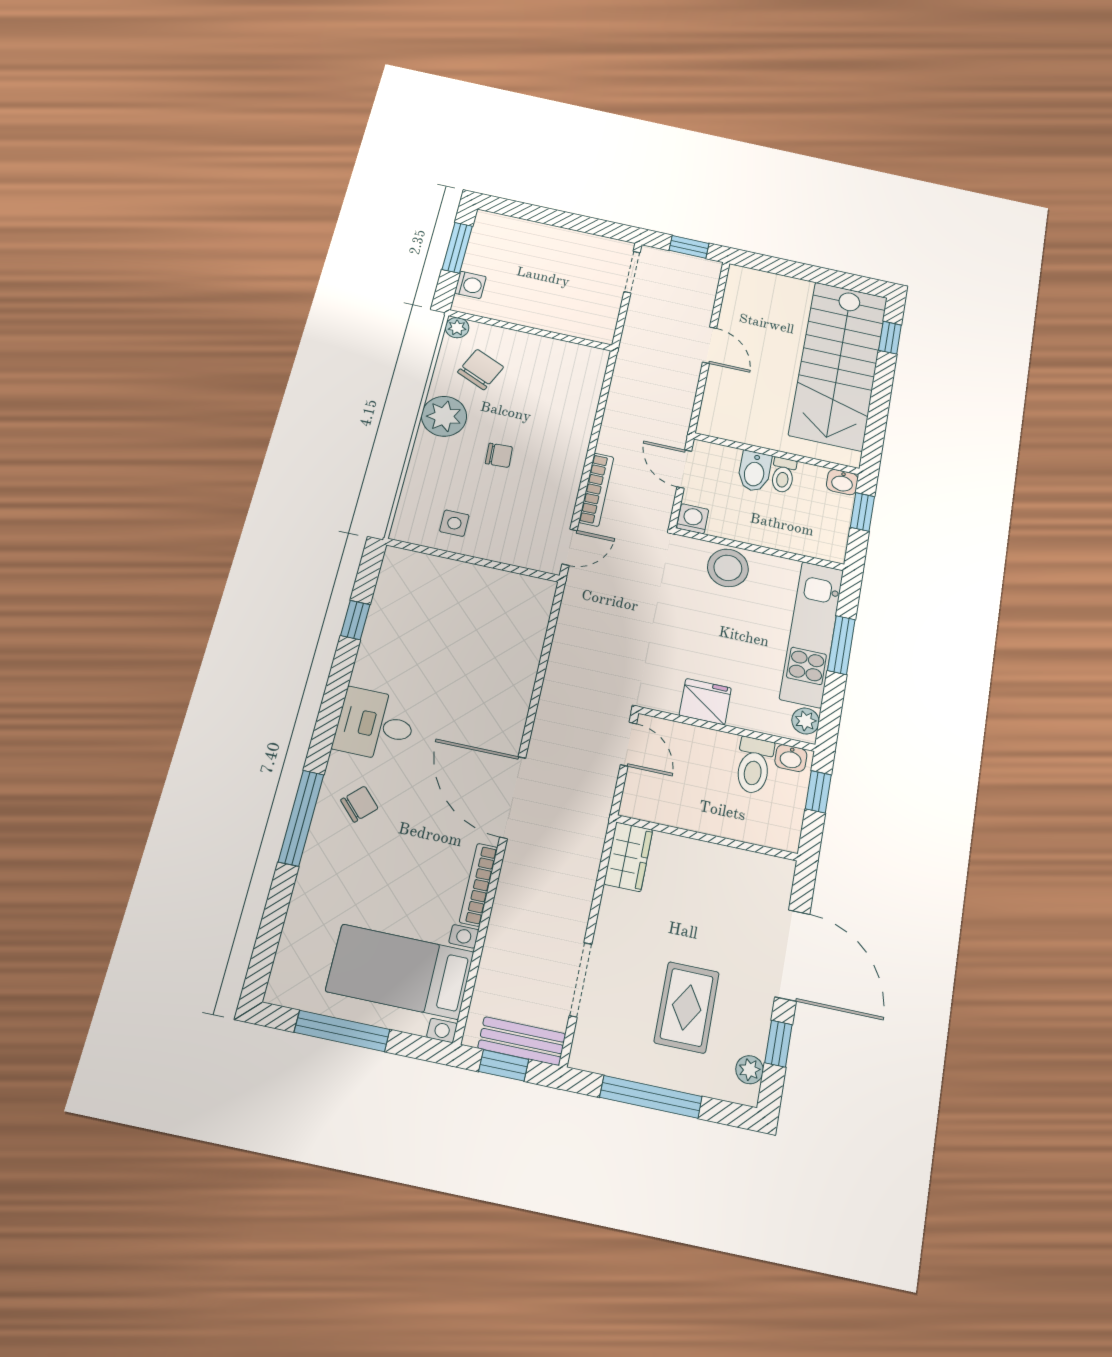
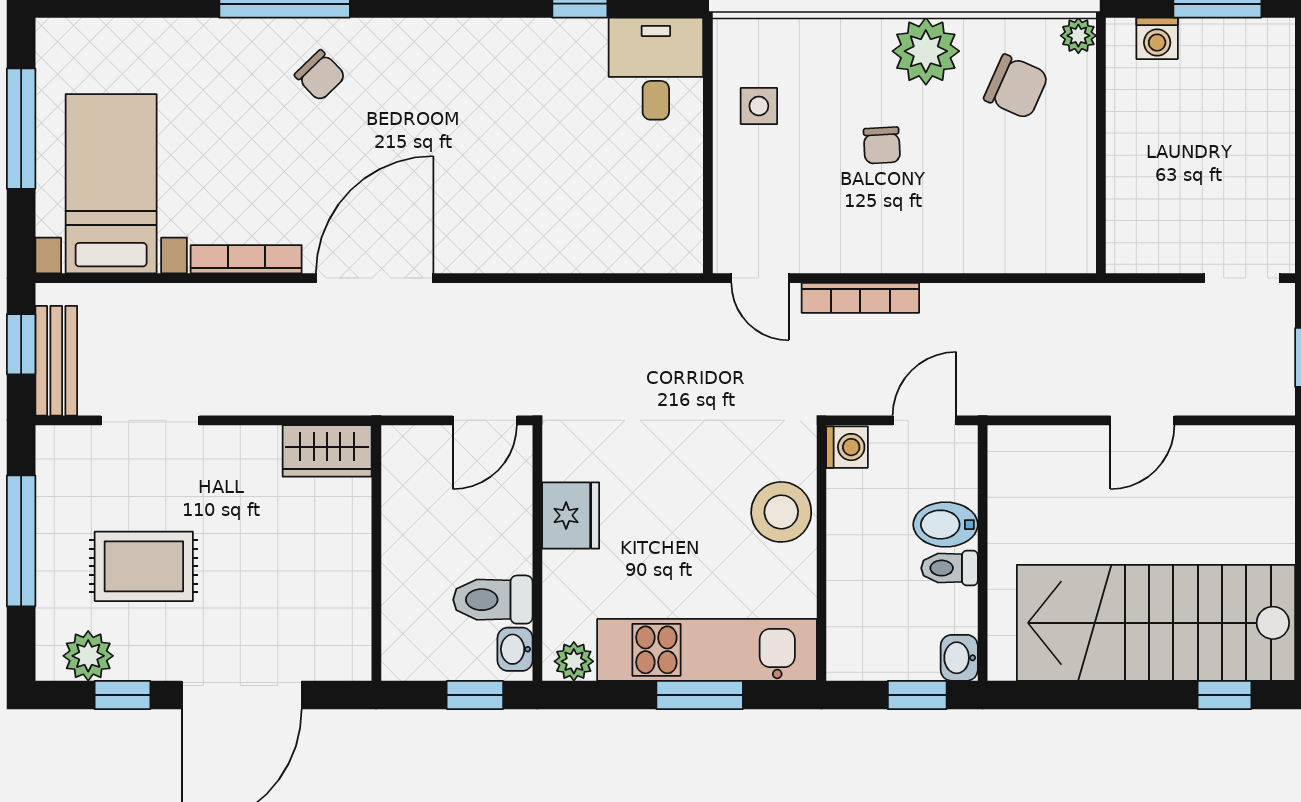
desk: (375, 725) -> (656, 69), moved
plant: (750, 1070) -> (88, 656), width x1.38, depth x1.38

